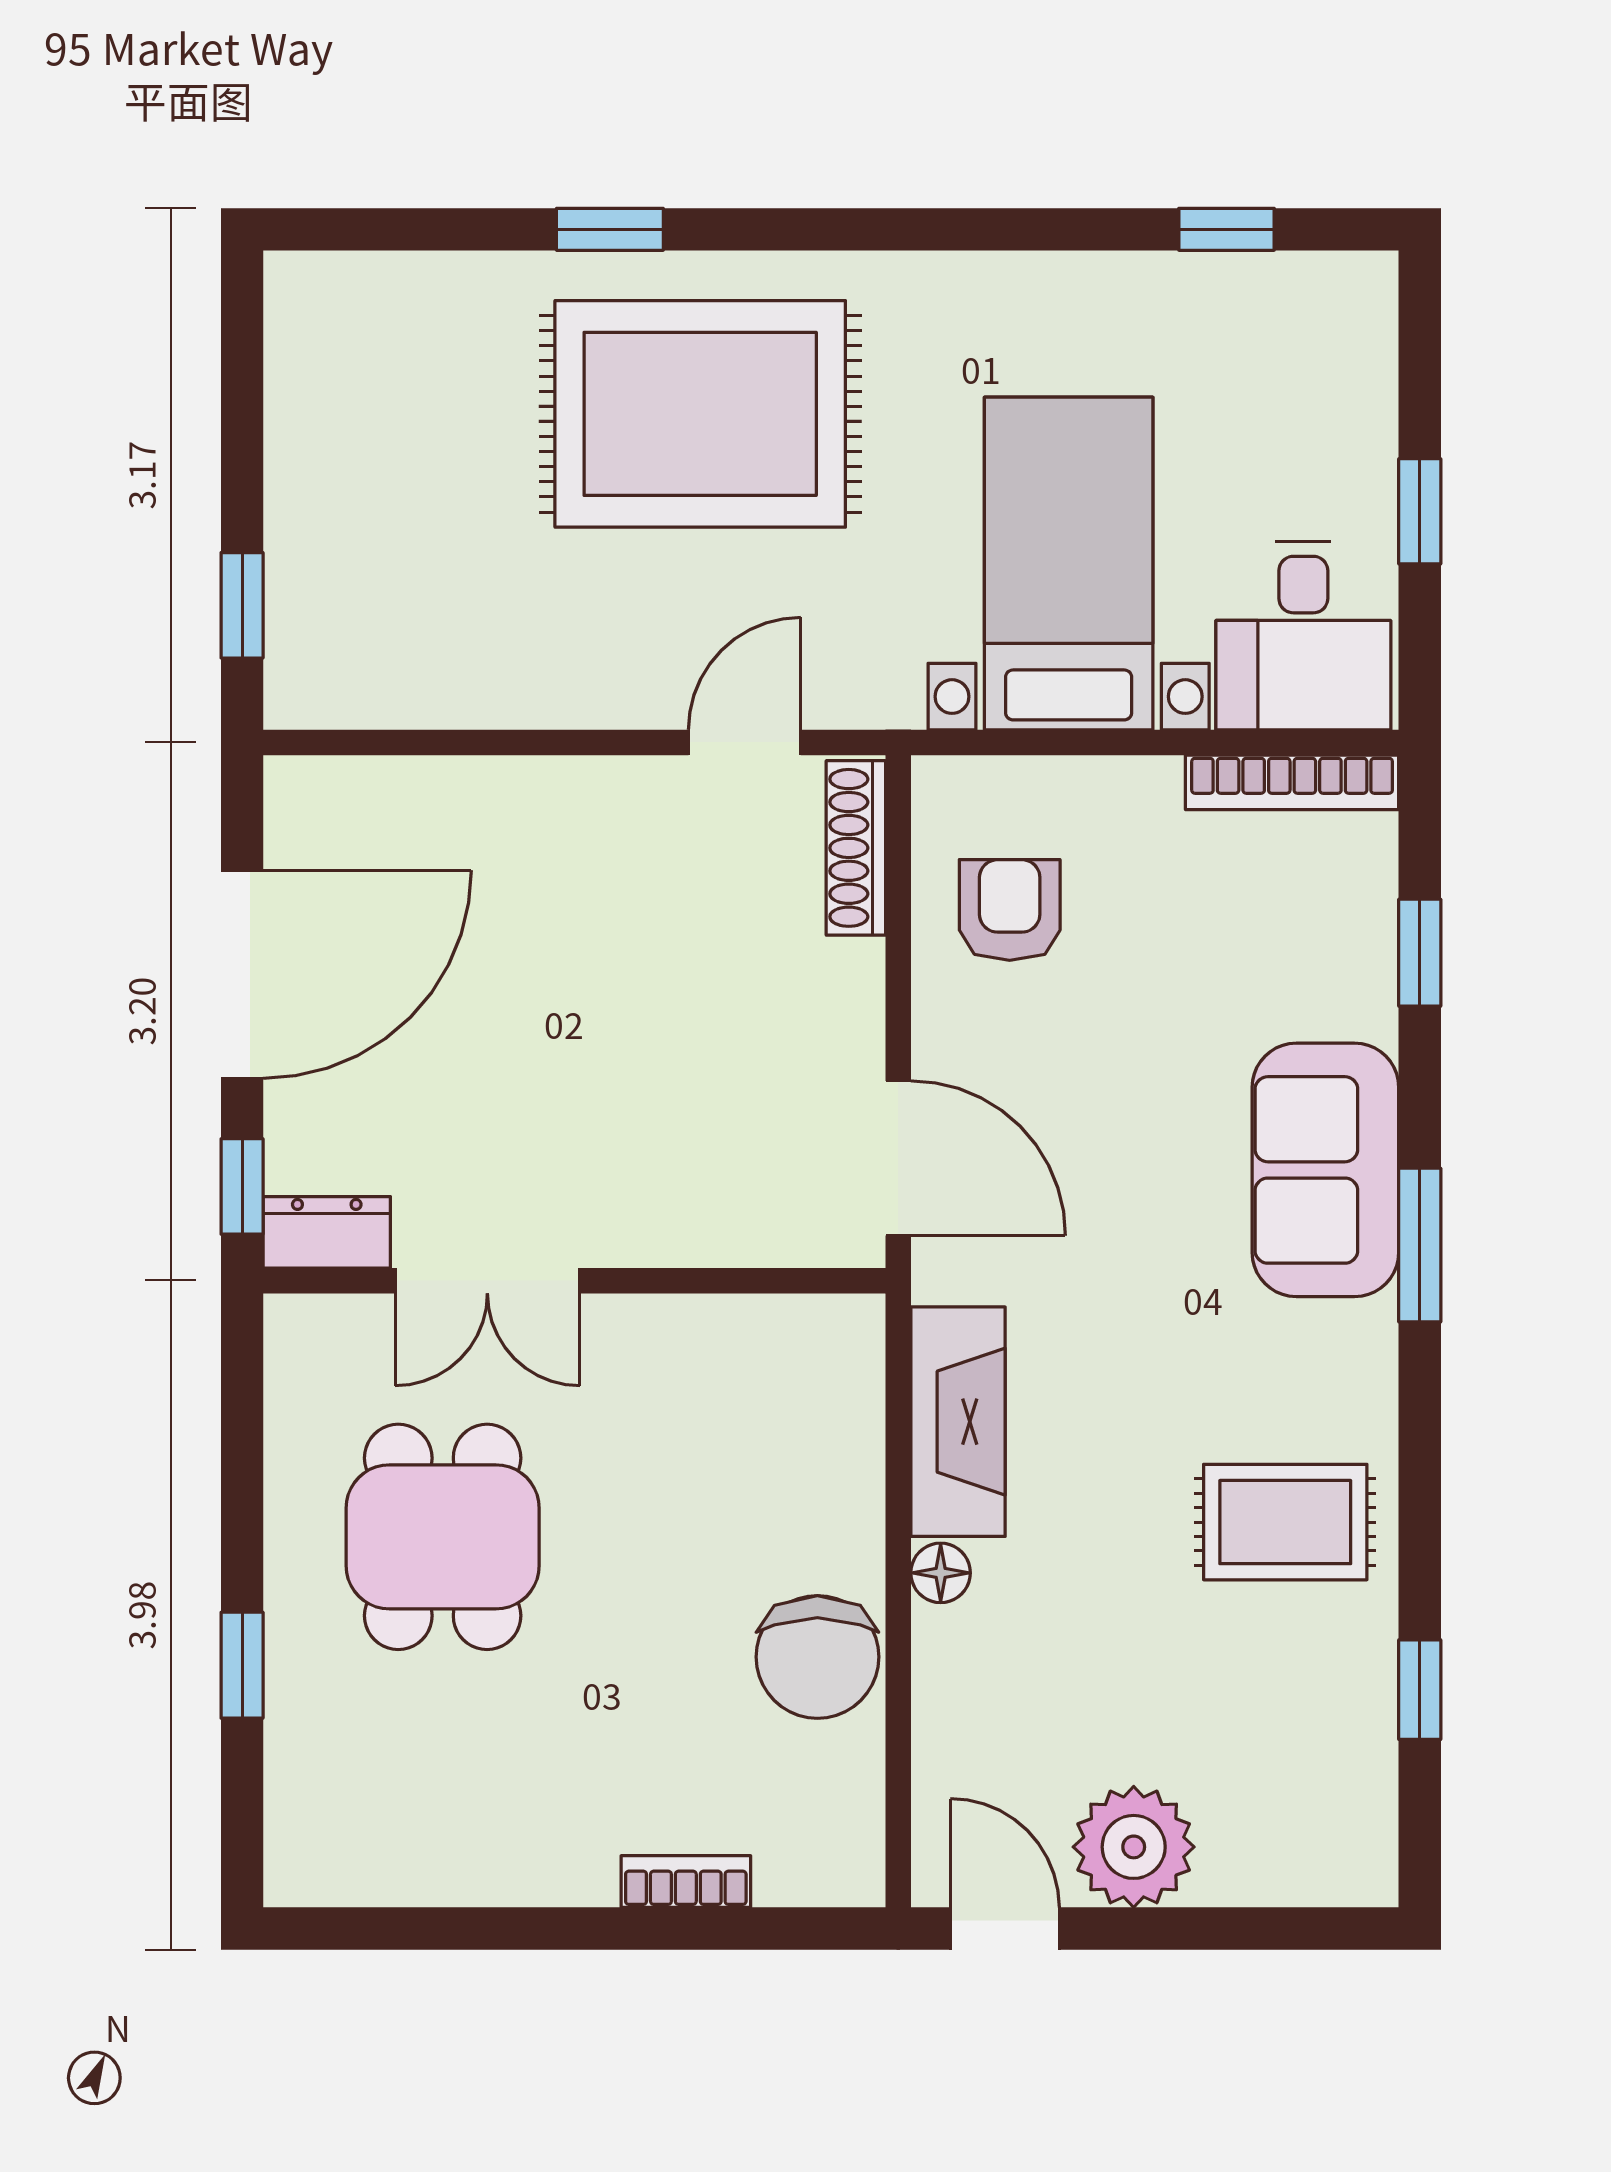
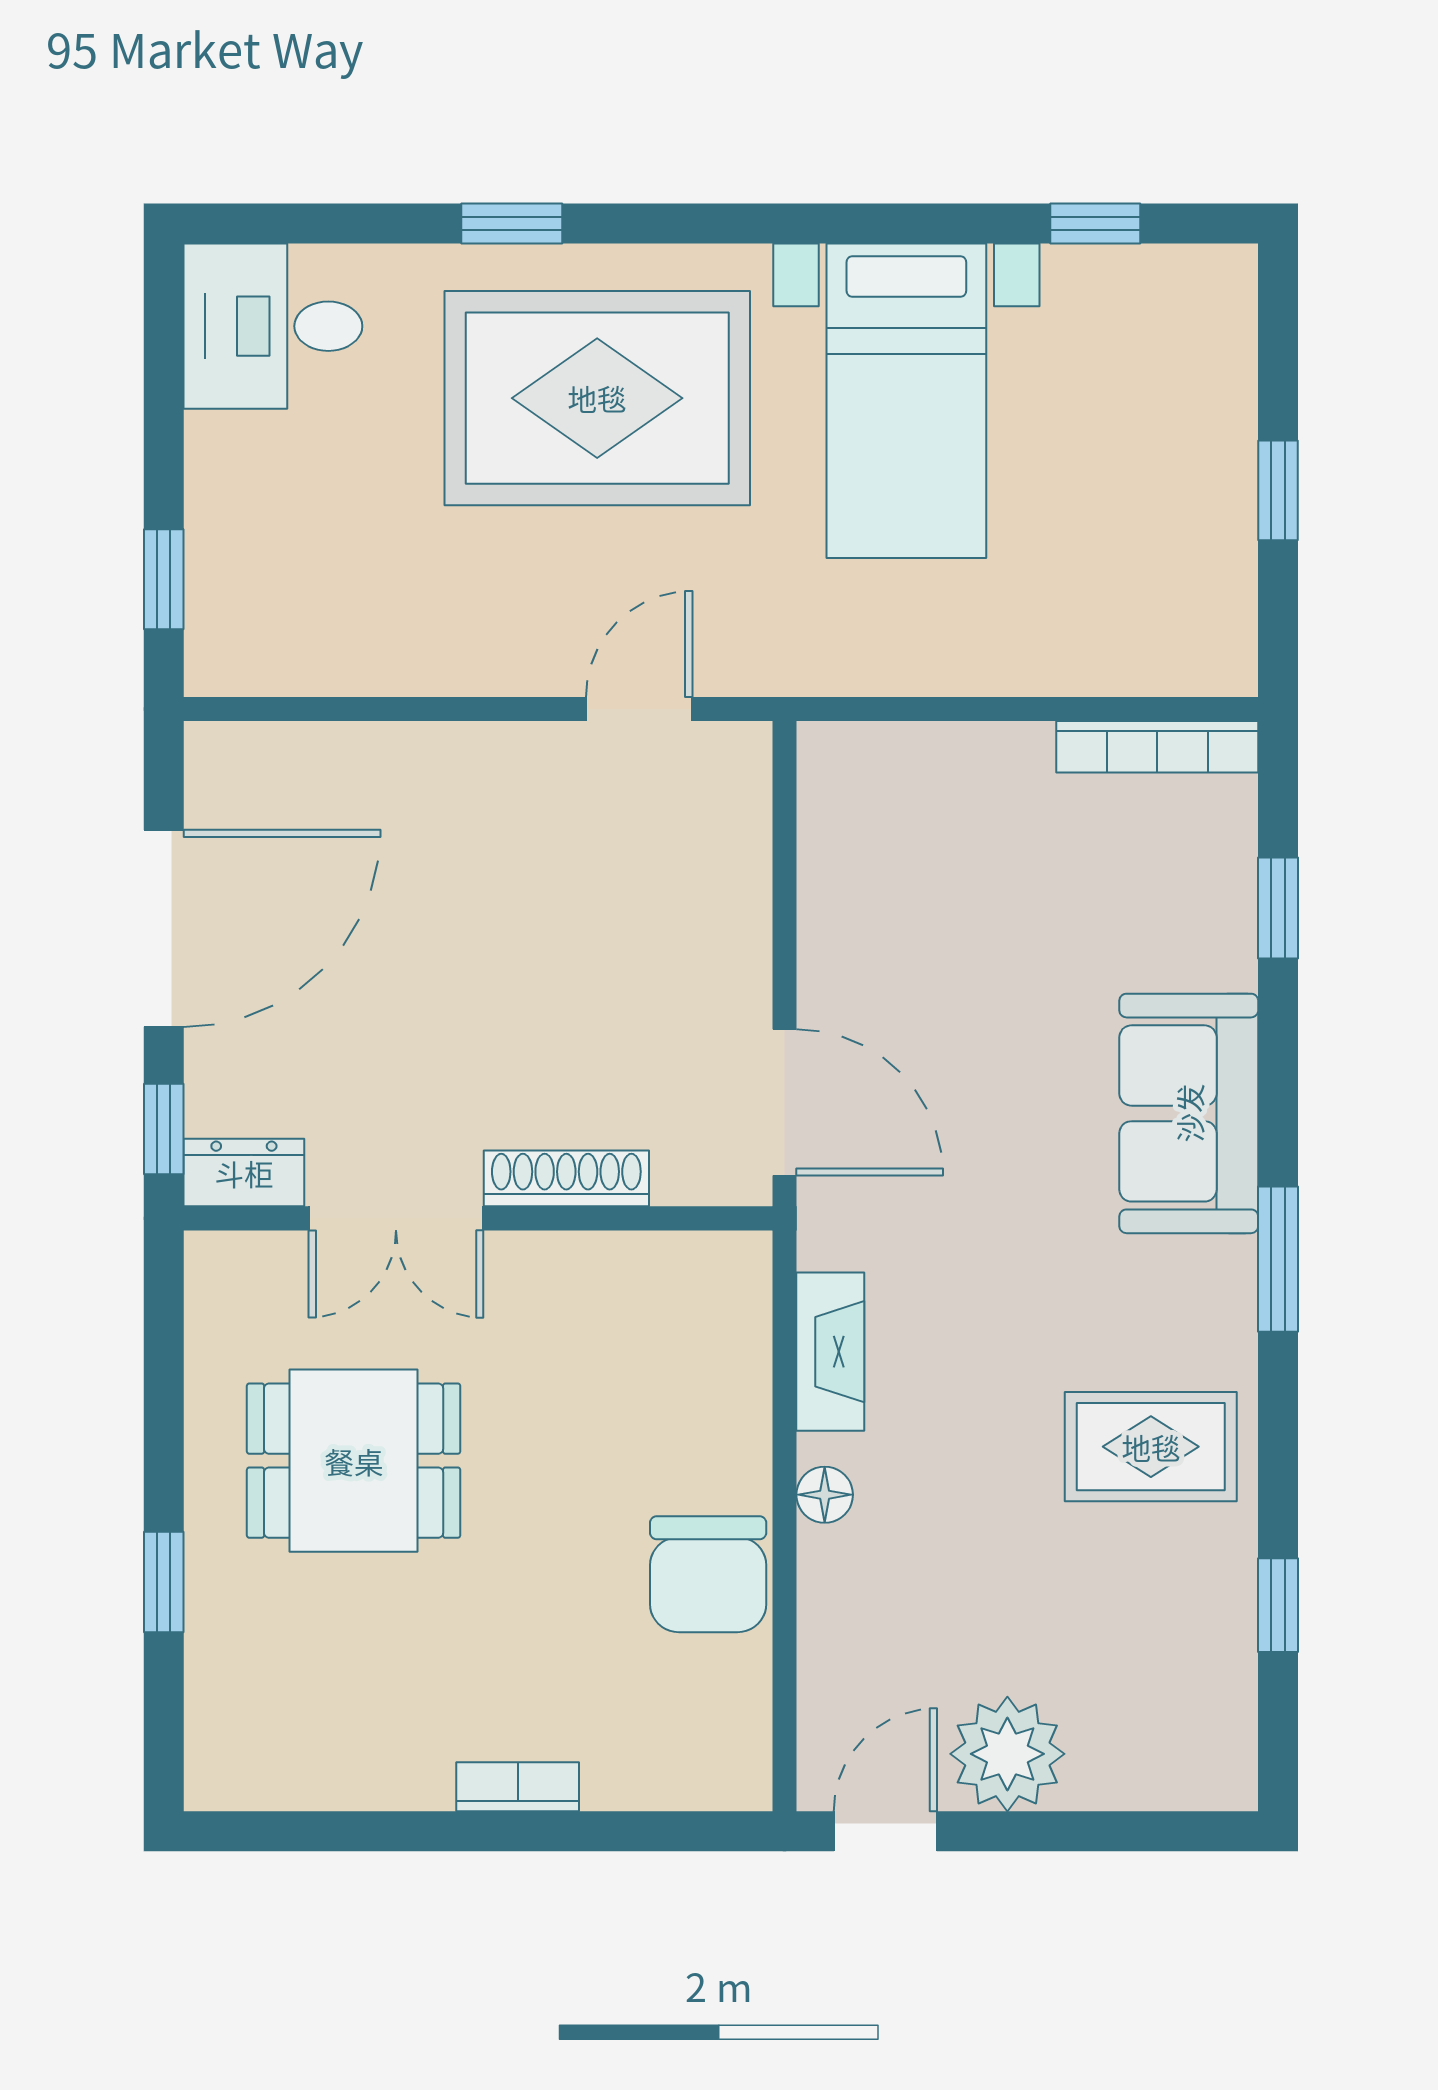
bed with nightstands: (1069, 564) -> (906, 401), moved, turned 180
desk: (1303, 635) -> (273, 326), moved, turned 90
shoe rack: (856, 848) -> (566, 1178), moved, turned 90
armchair: (1010, 910) -> (890, 868), removed
window: (1420, 1245) -> (1278, 1259), moved
fireplace: (958, 1422) -> (830, 1352), width x0.73, depth x0.76
dining table: (443, 1537) -> (354, 1461), turned 90
bookcase: (686, 1882) -> (518, 1787), moved
door: (1005, 1929) -> (885, 1831), hinge flipped

